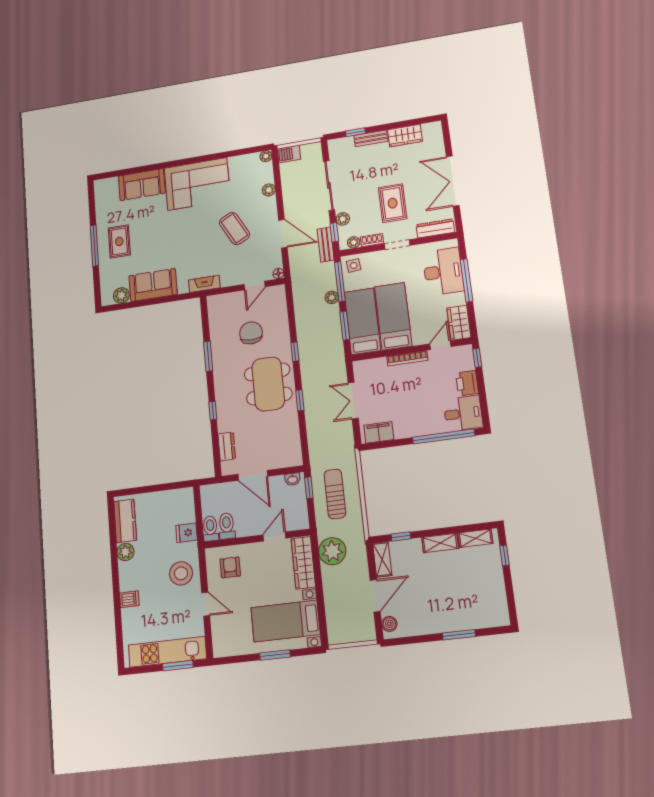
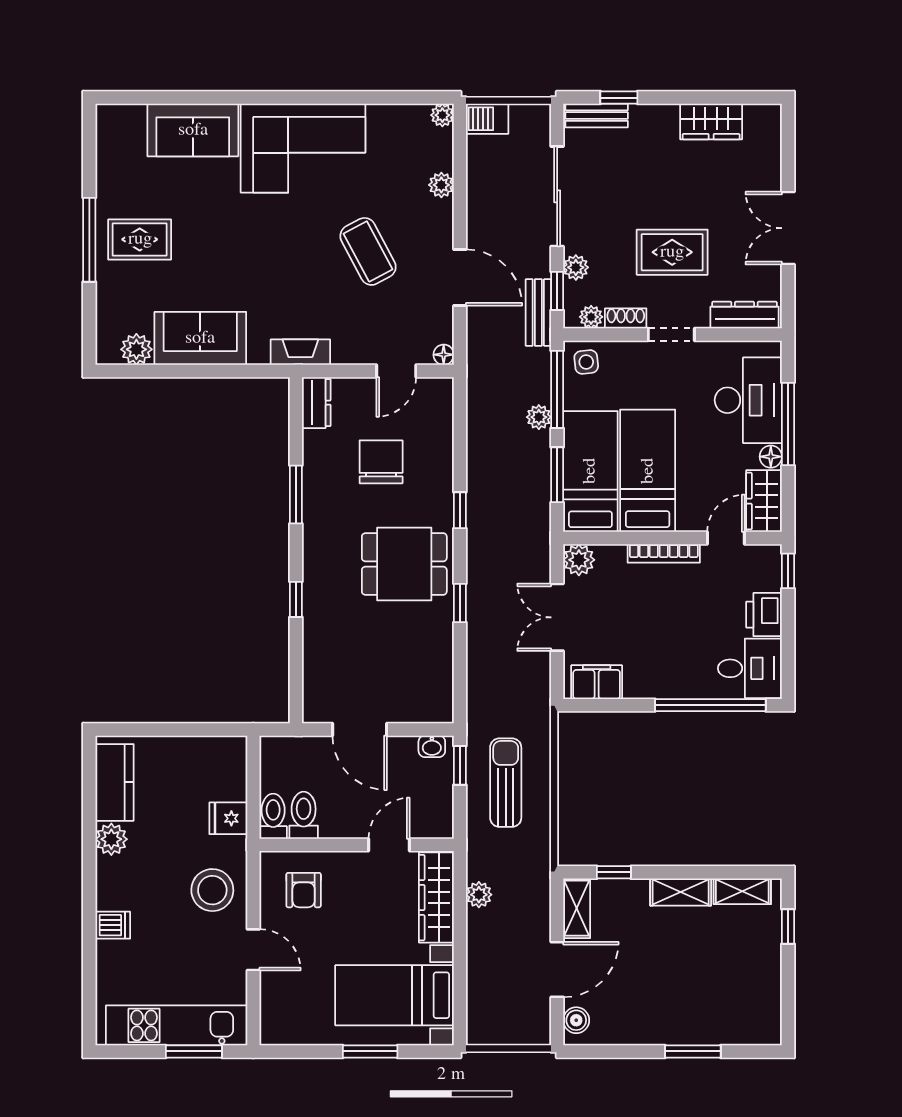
bench: (371, 138) -> (597, 116), moved
double door: (453, 181) -> (788, 228), width x0.73
rug: (393, 203) -> (672, 252), turned 90
rug: (119, 241) -> (140, 239), turned 90
floor lamp: (459, 299) -> (771, 457), added
plant: (362, 368) -> (579, 560), added
dining table: (268, 384) -> (404, 564), width x0.73
dresser: (227, 446) -> (316, 403), moved
plant: (332, 551) -> (479, 895), width x0.53, depth x0.53
armchair: (230, 567) -> (304, 890), turned 180

